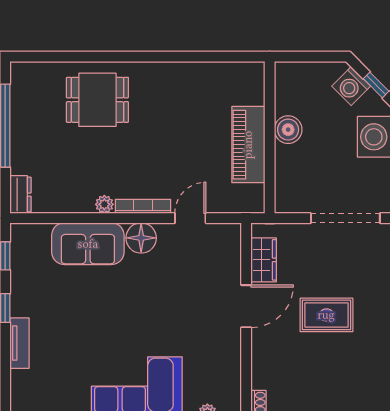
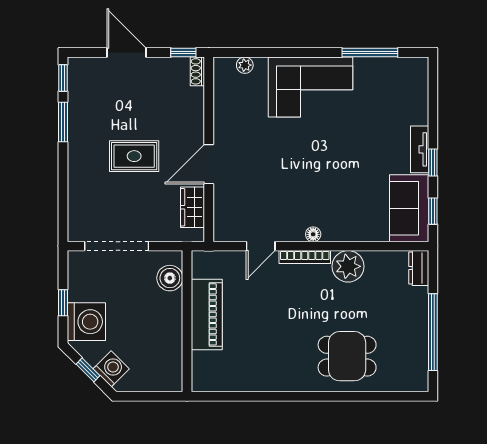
boiler: (288, 130) -> (170, 278), moved
plant: (104, 204) -> (348, 266), width x1.88, depth x1.88
floor lamp: (141, 238) -> (313, 234), width x0.53, depth x0.53
sofa: (88, 244) -> (409, 208), moved, turned -90
tv unit: (19, 343) -> (420, 149), moved

